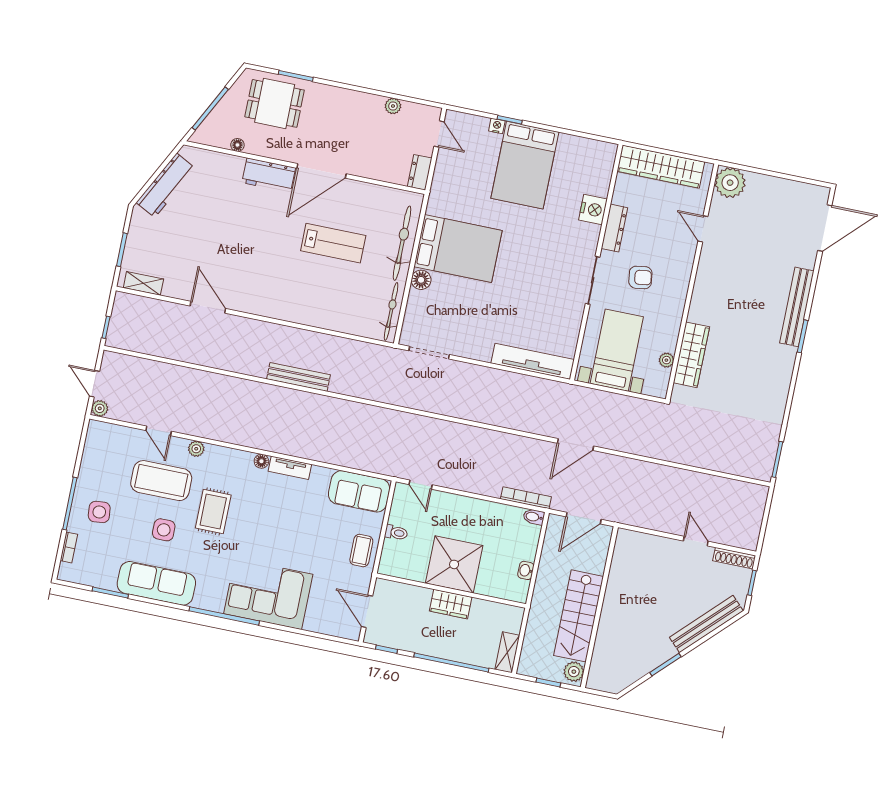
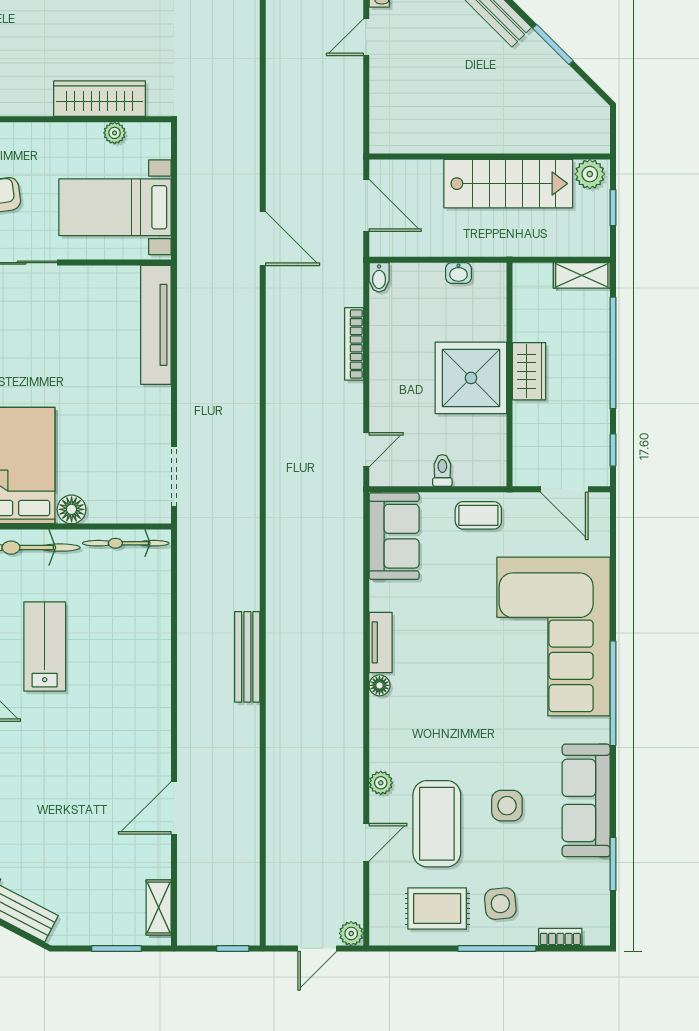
bookcase: (526, 498) -> (354, 344), moved
rug: (213, 512) -> (437, 909), moved
corner sofa: (268, 594) -> (553, 636), width x1.36, depth x1.36
door: (367, 611) -> (564, 489), hinge flipped

